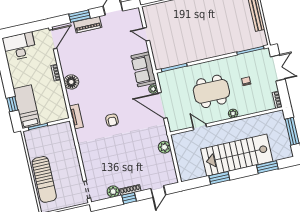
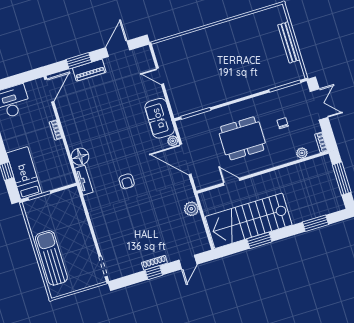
floor lamp: (71, 82) -> (80, 157), moved
plant: (233, 114) -> (302, 153), moved
stairs: (237, 155) -> (249, 221), moved
sun lounger: (44, 179) -> (51, 258), turned 180
plant: (113, 192) -> (134, 266), removed

